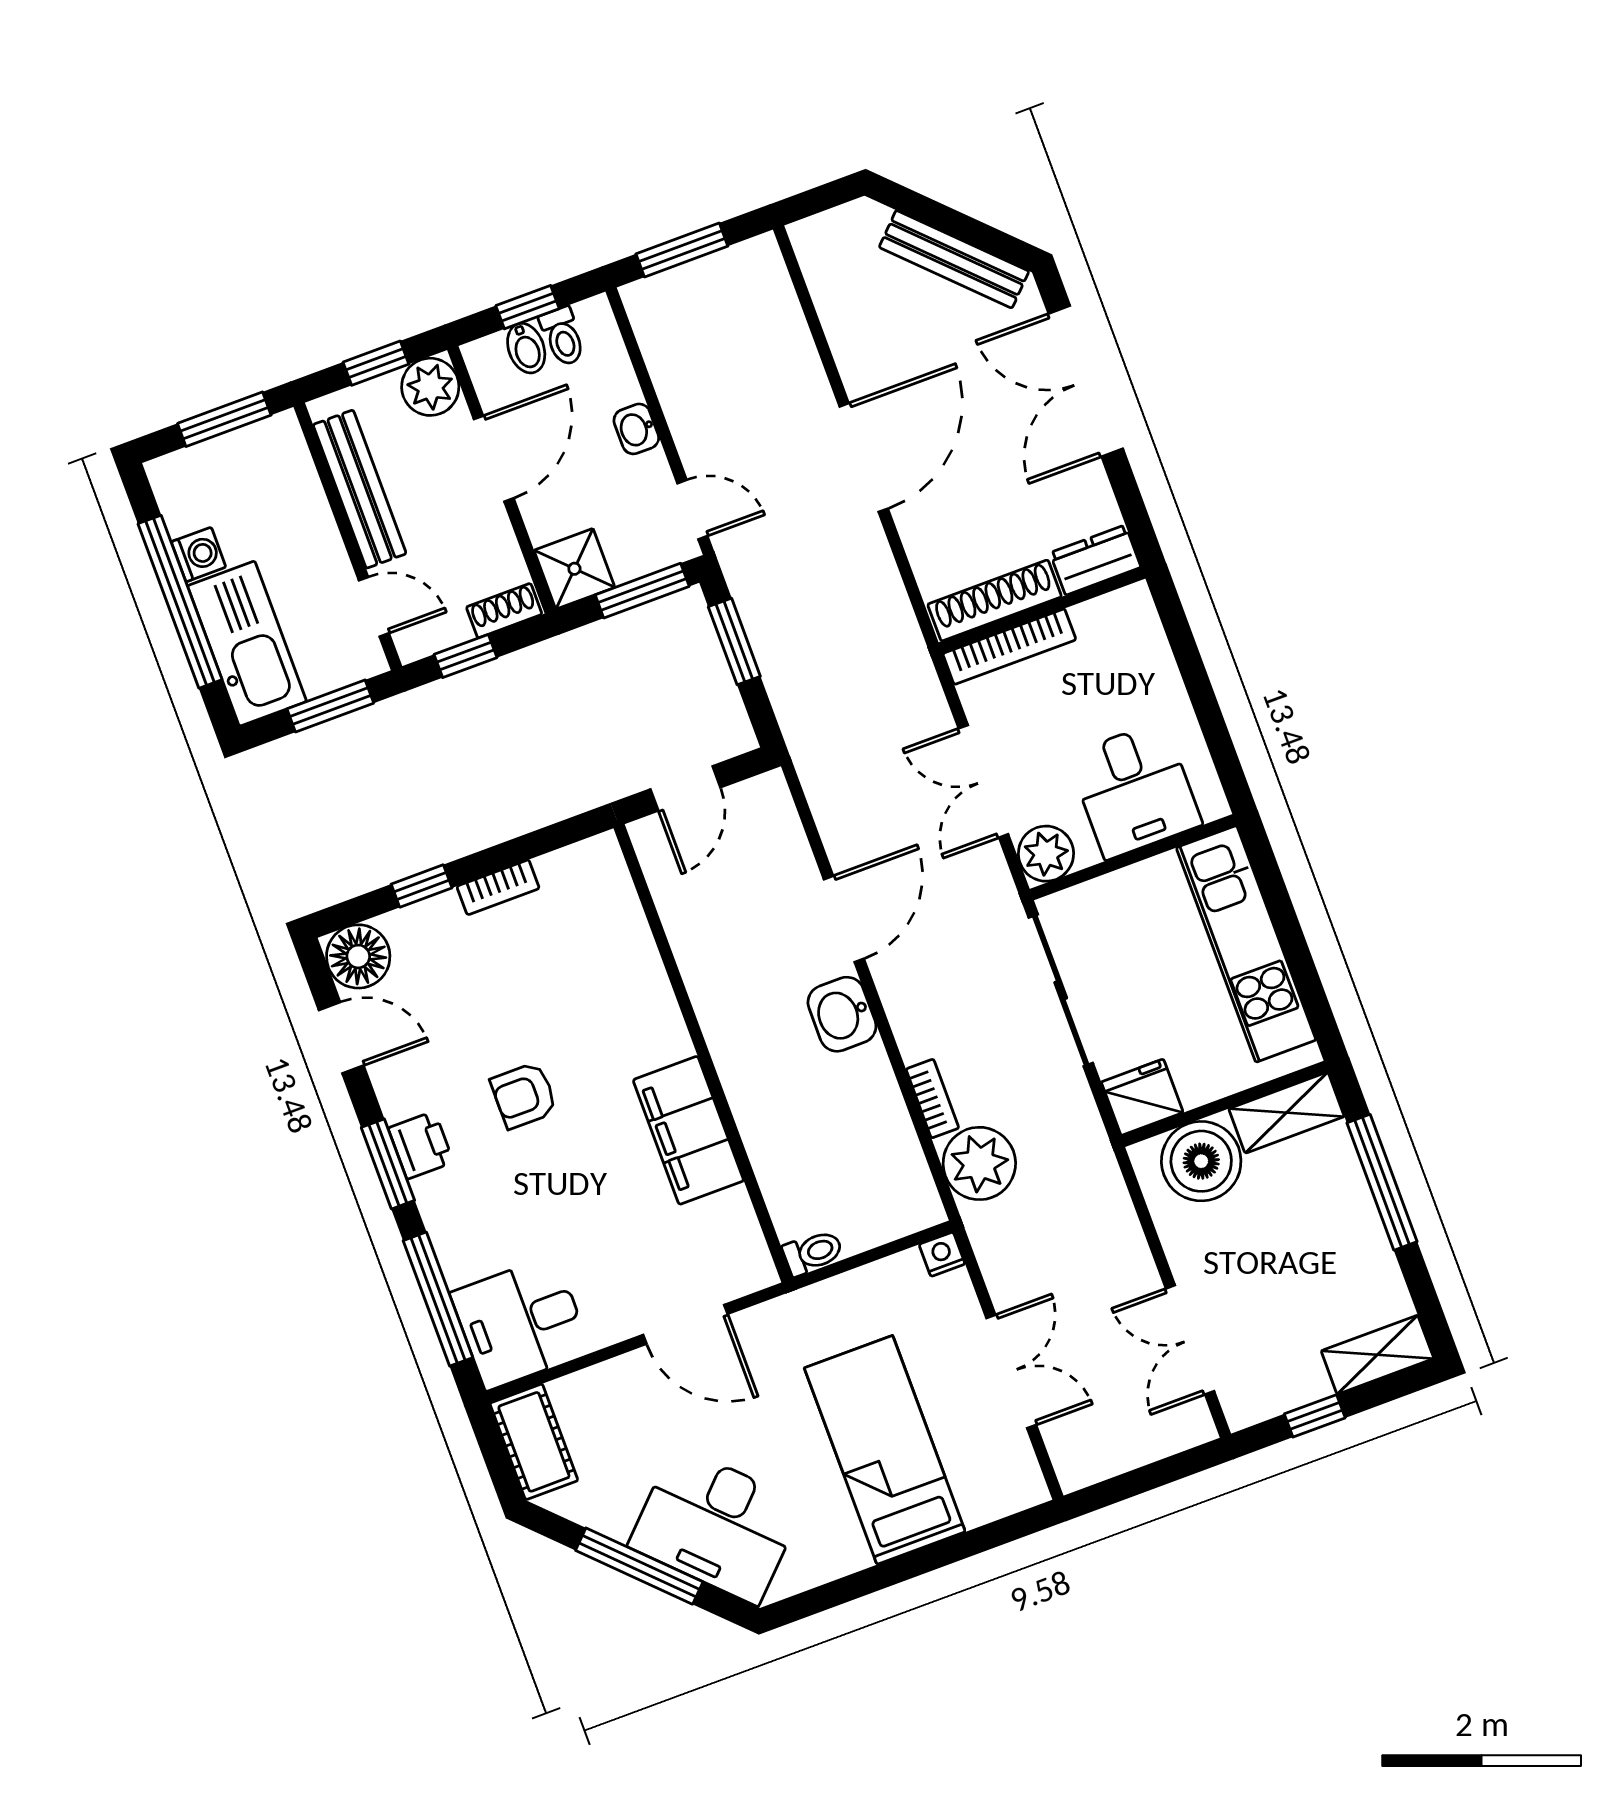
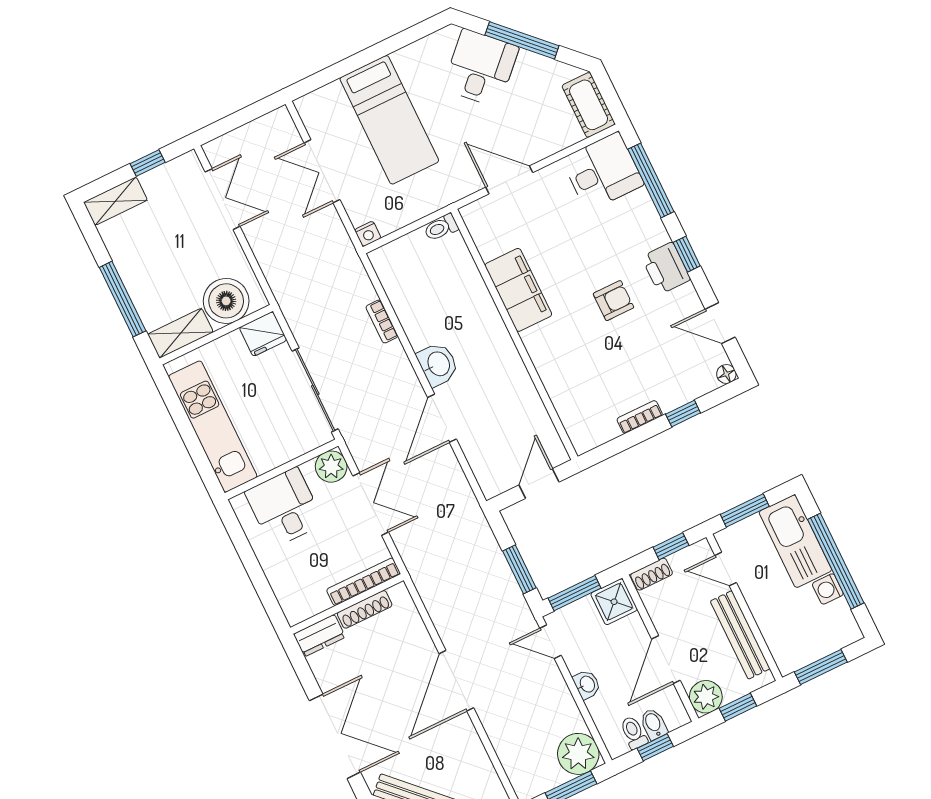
shoe rack: (995, 600) -> (365, 609), width x0.74, depth x0.81
floor lamp: (358, 956) -> (726, 374), width x0.53, depth x0.53
printer: (421, 1145) -> (666, 268), width x1.36, depth x1.24
plant: (979, 1163) -> (578, 754), moved
window: (388, 1164) -> (687, 254), width x0.67
desk: (716, 1525) -> (481, 68), width x0.73

